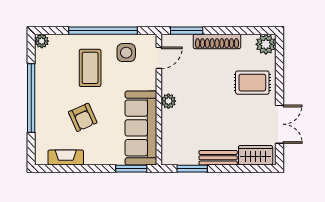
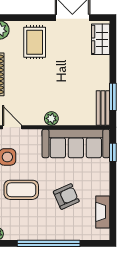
bench: (218, 158) -> (103, 108), moved
window: (131, 169) -> (113, 152), width x0.67

